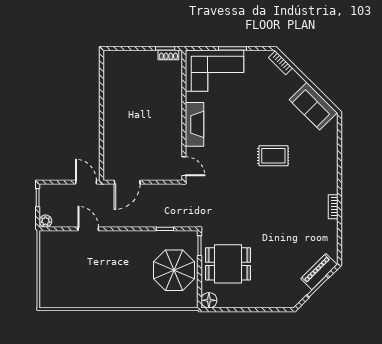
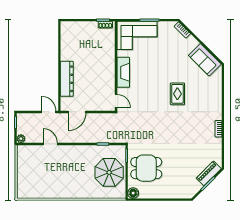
dresser: (112, 134) -> (67, 79), added
rug: (273, 156) -> (177, 94), turned 90

